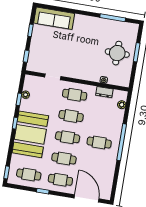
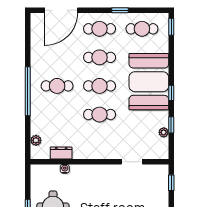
cafe table: (75, 95) -> (100, 143), removed
door: (87, 198) -> (61, 10), hinge flipped

